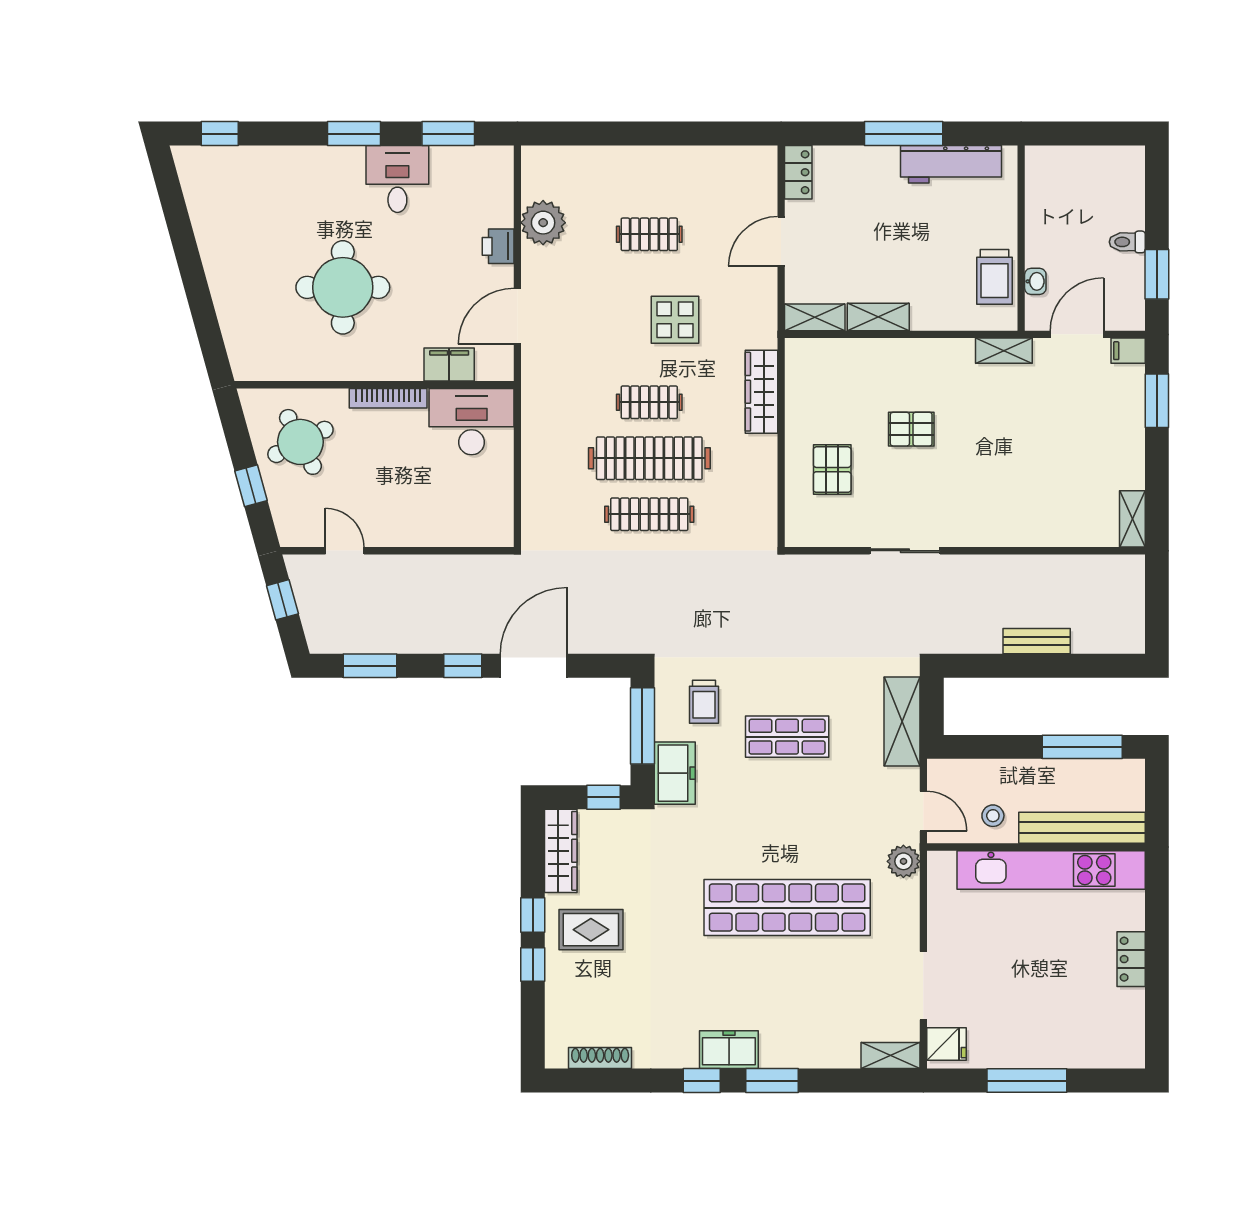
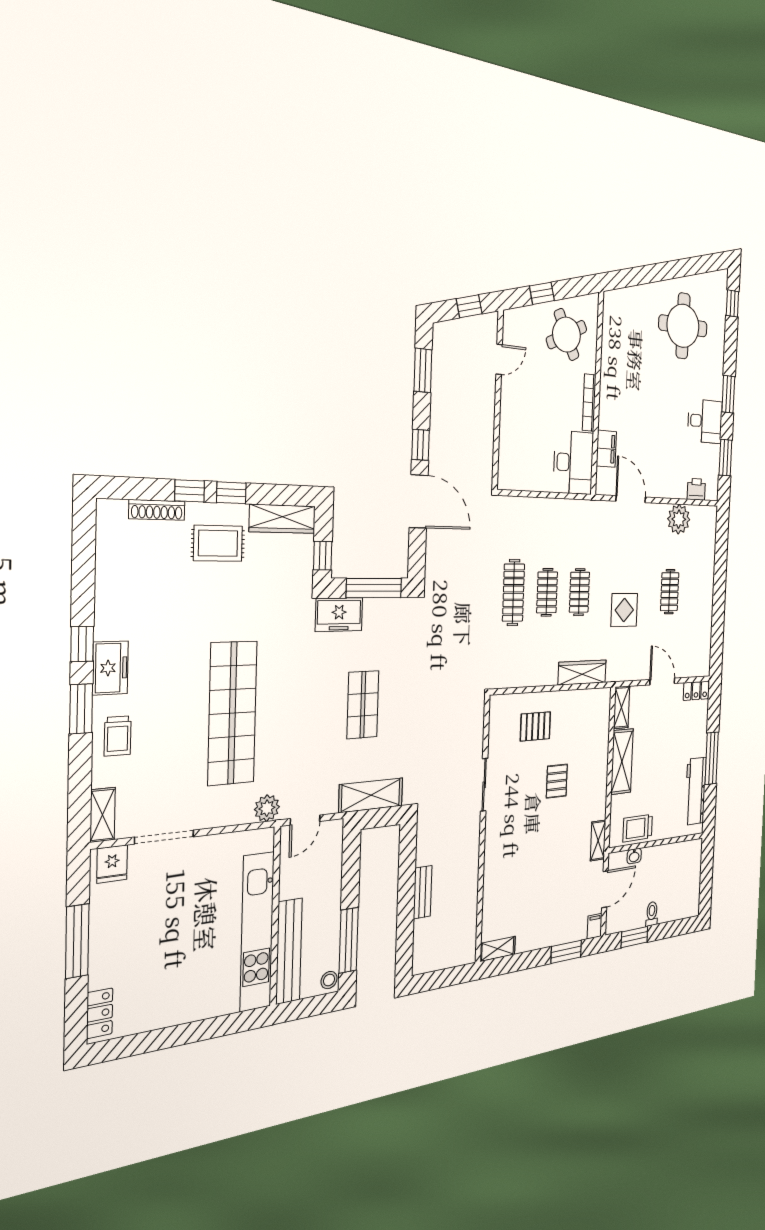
printer: (498, 246) -> (696, 489), moved
round table: (343, 287) -> (683, 326), moved
shelving: (878, 317) -> (622, 762), width x1.50, depth x1.33
door: (1077, 334) -> (605, 889), hinge flipped
clothes rail: (649, 458) -> (547, 592), width x0.54, depth x0.76
trolley: (704, 702) -> (118, 736), moved, turned -90
stool: (993, 816) -> (329, 980), moved
rug: (591, 930) -> (218, 543), turned 90
locker: (1131, 959) -> (100, 1013), moved, turned 90
shoe rack: (600, 1058) -> (157, 510), moved, turned 90

